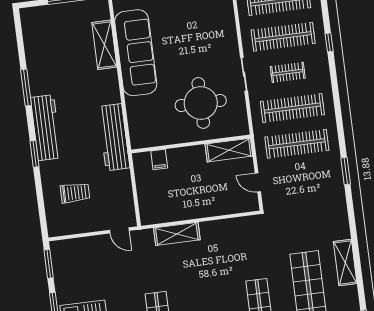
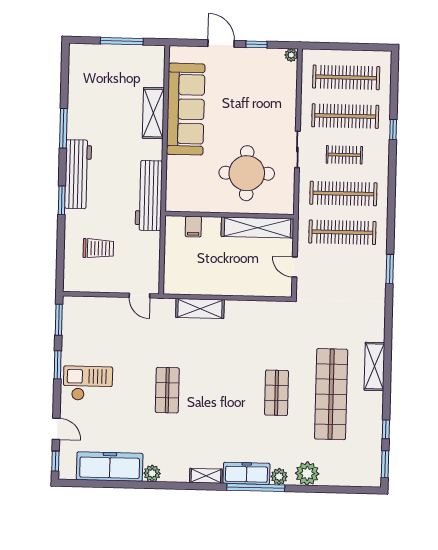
shelving: (104, 45) -> (153, 113), moved
shelving: (229, 150) -> (258, 228), width x1.47

